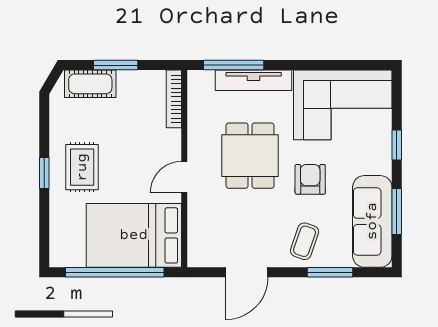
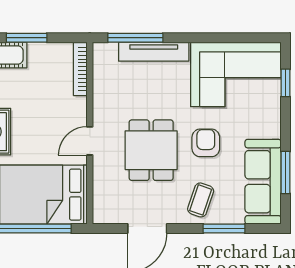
window: (397, 145) -> (285, 83), moved
dining table: (250, 156) -> (151, 150), moved

